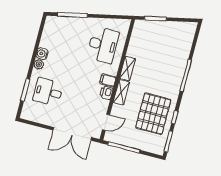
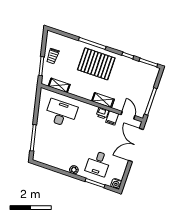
trolley: (168, 31) -> (53, 56), added
water cooler: (42, 54) -> (116, 184), moved
shelving: (127, 68) -> (59, 85), moved
filing cabinet: (108, 80) -> (112, 118), moved
pallet: (153, 114) -> (96, 64), moved
double door: (72, 134) -> (136, 145), swing flipped

